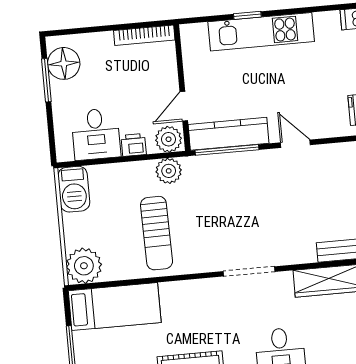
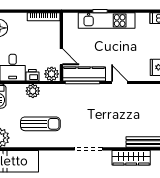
door: (184, 106) -> (61, 57), swing flipped
plant: (169, 171) -> (33, 91), moved
sun lounger: (157, 233) -> (40, 124), turned -89

